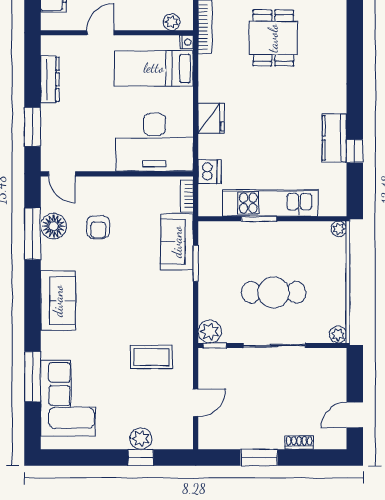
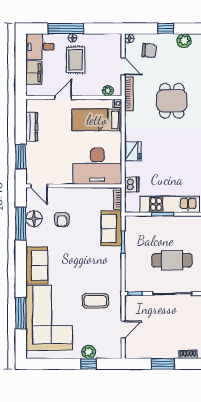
plant: (210, 332) -> (132, 285), removed
corner sofa: (68, 398) -> (49, 318), width x1.36, depth x1.36

